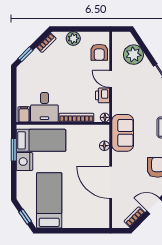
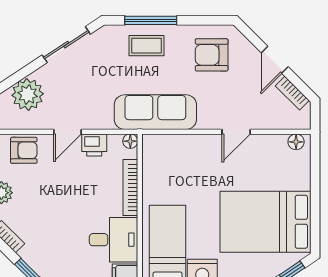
sofa: (123, 133) -> (155, 112), width x1.36
floor lamp: (104, 146) -> (296, 142), moved
door: (111, 182) -> (236, 132), width x0.53
bed: (49, 200) -> (265, 222), width x1.50

